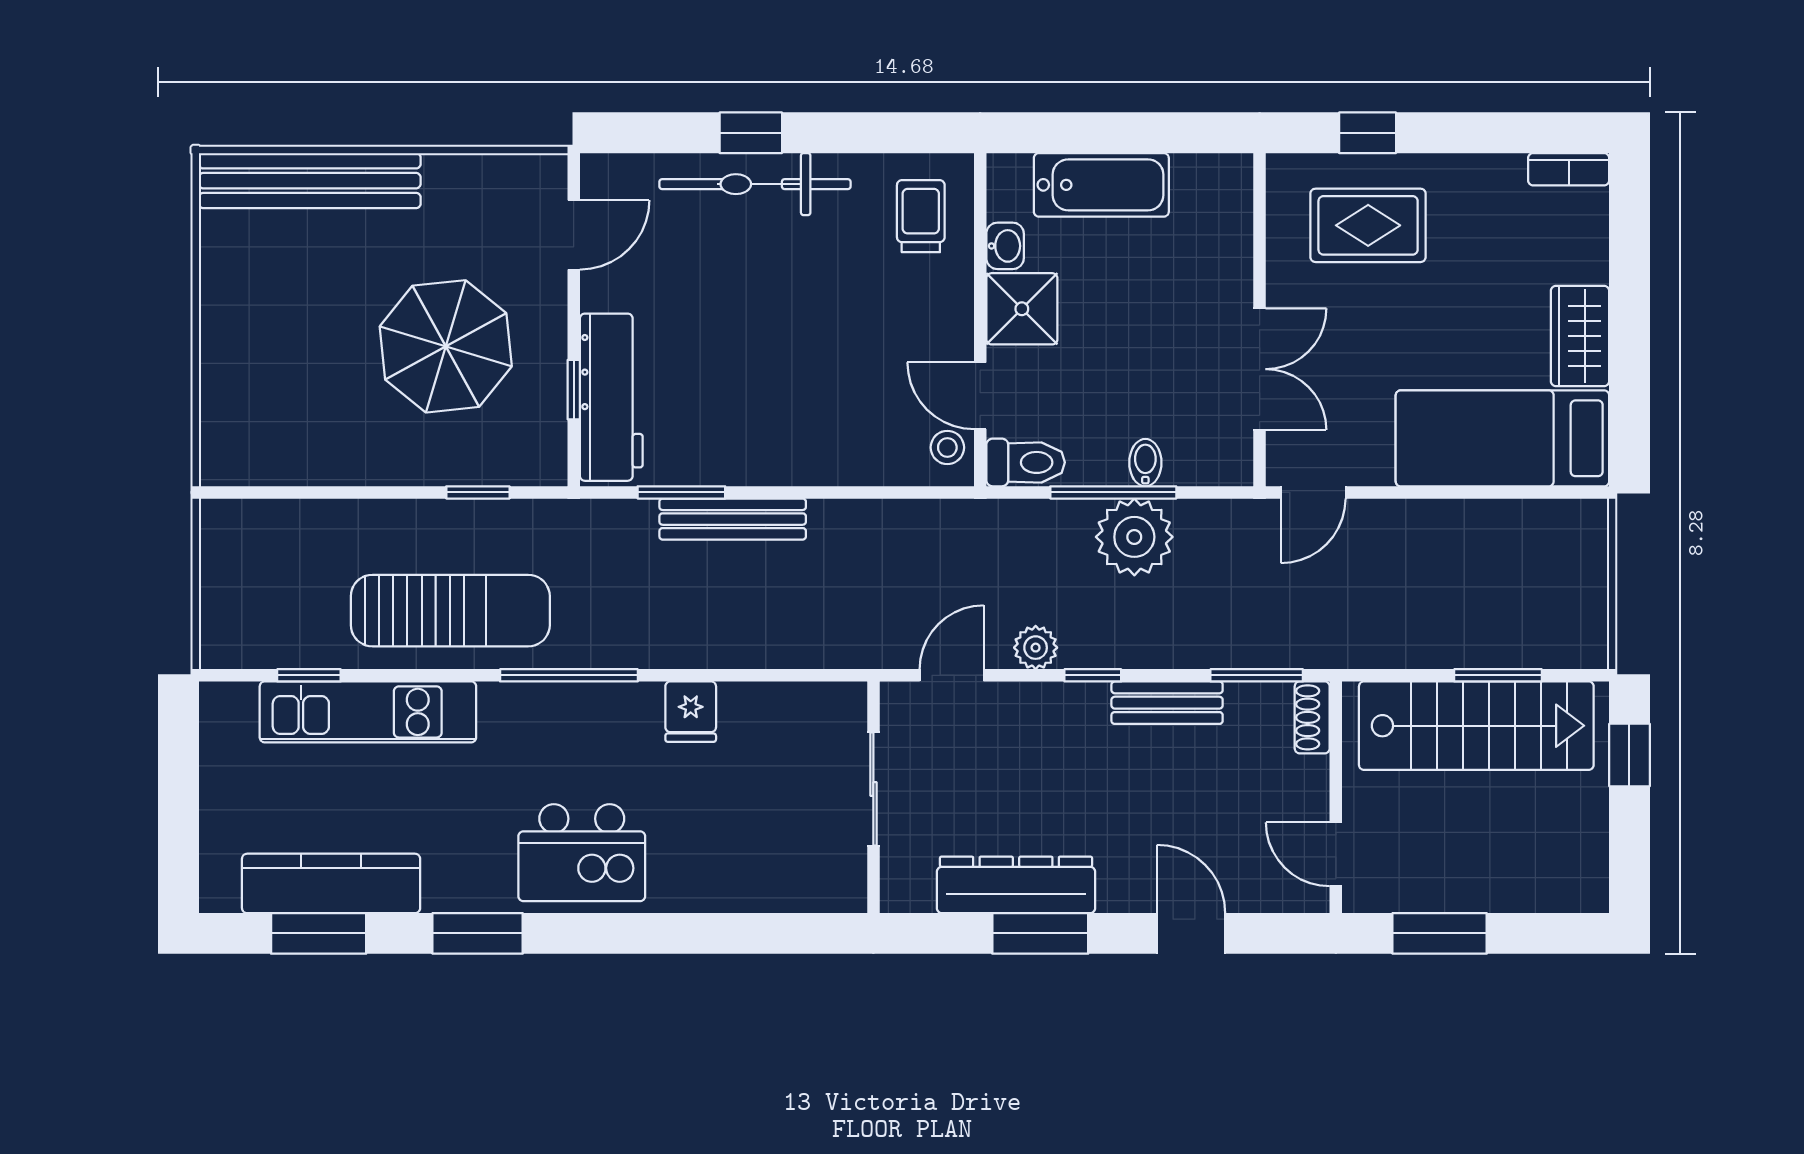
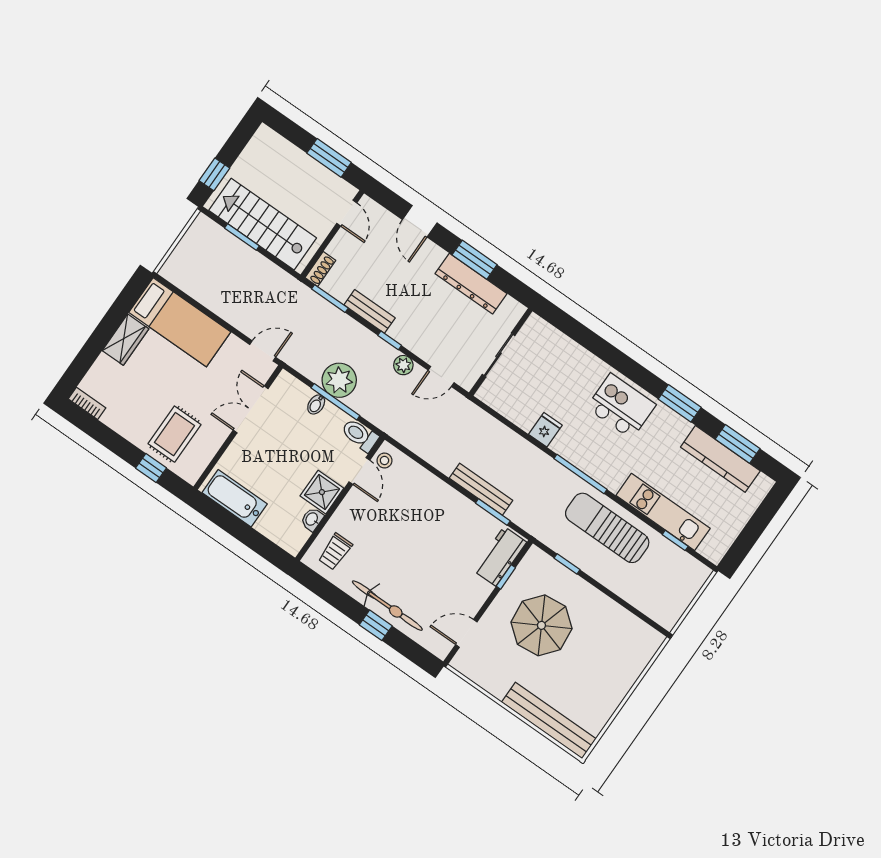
bathtub: (1101, 185) -> (235, 498), moved
rug: (1368, 225) -> (174, 434), turned 90
workbench: (611, 397) -> (500, 556), width x0.73

